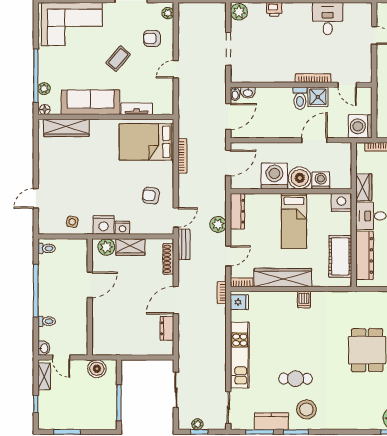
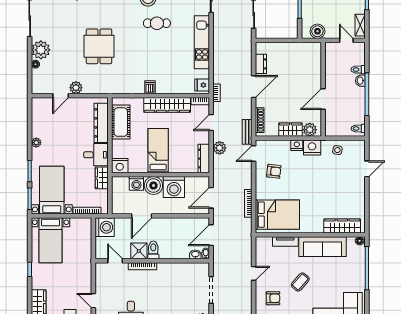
plant: (44, 89) -> (360, 258), removed
washbasin: (44, 348) -> (360, 81), moved

